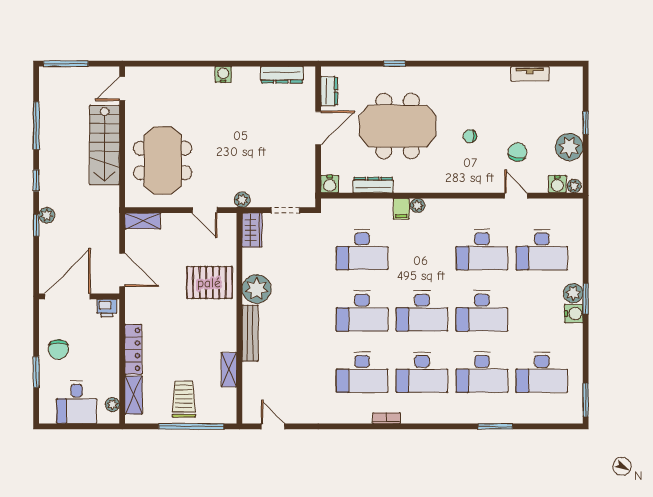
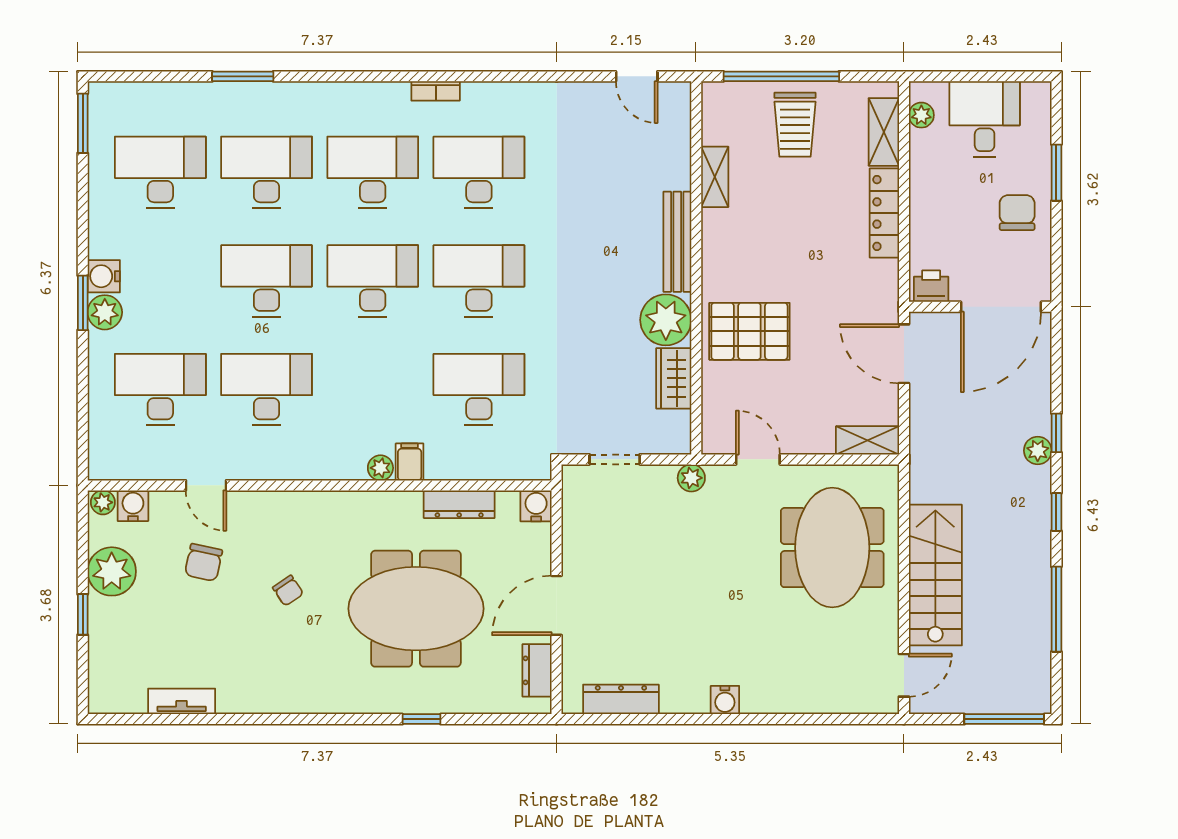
chair: (470, 136) -> (288, 591), turned 56
wardrobe: (252, 230) -> (674, 378), moved

